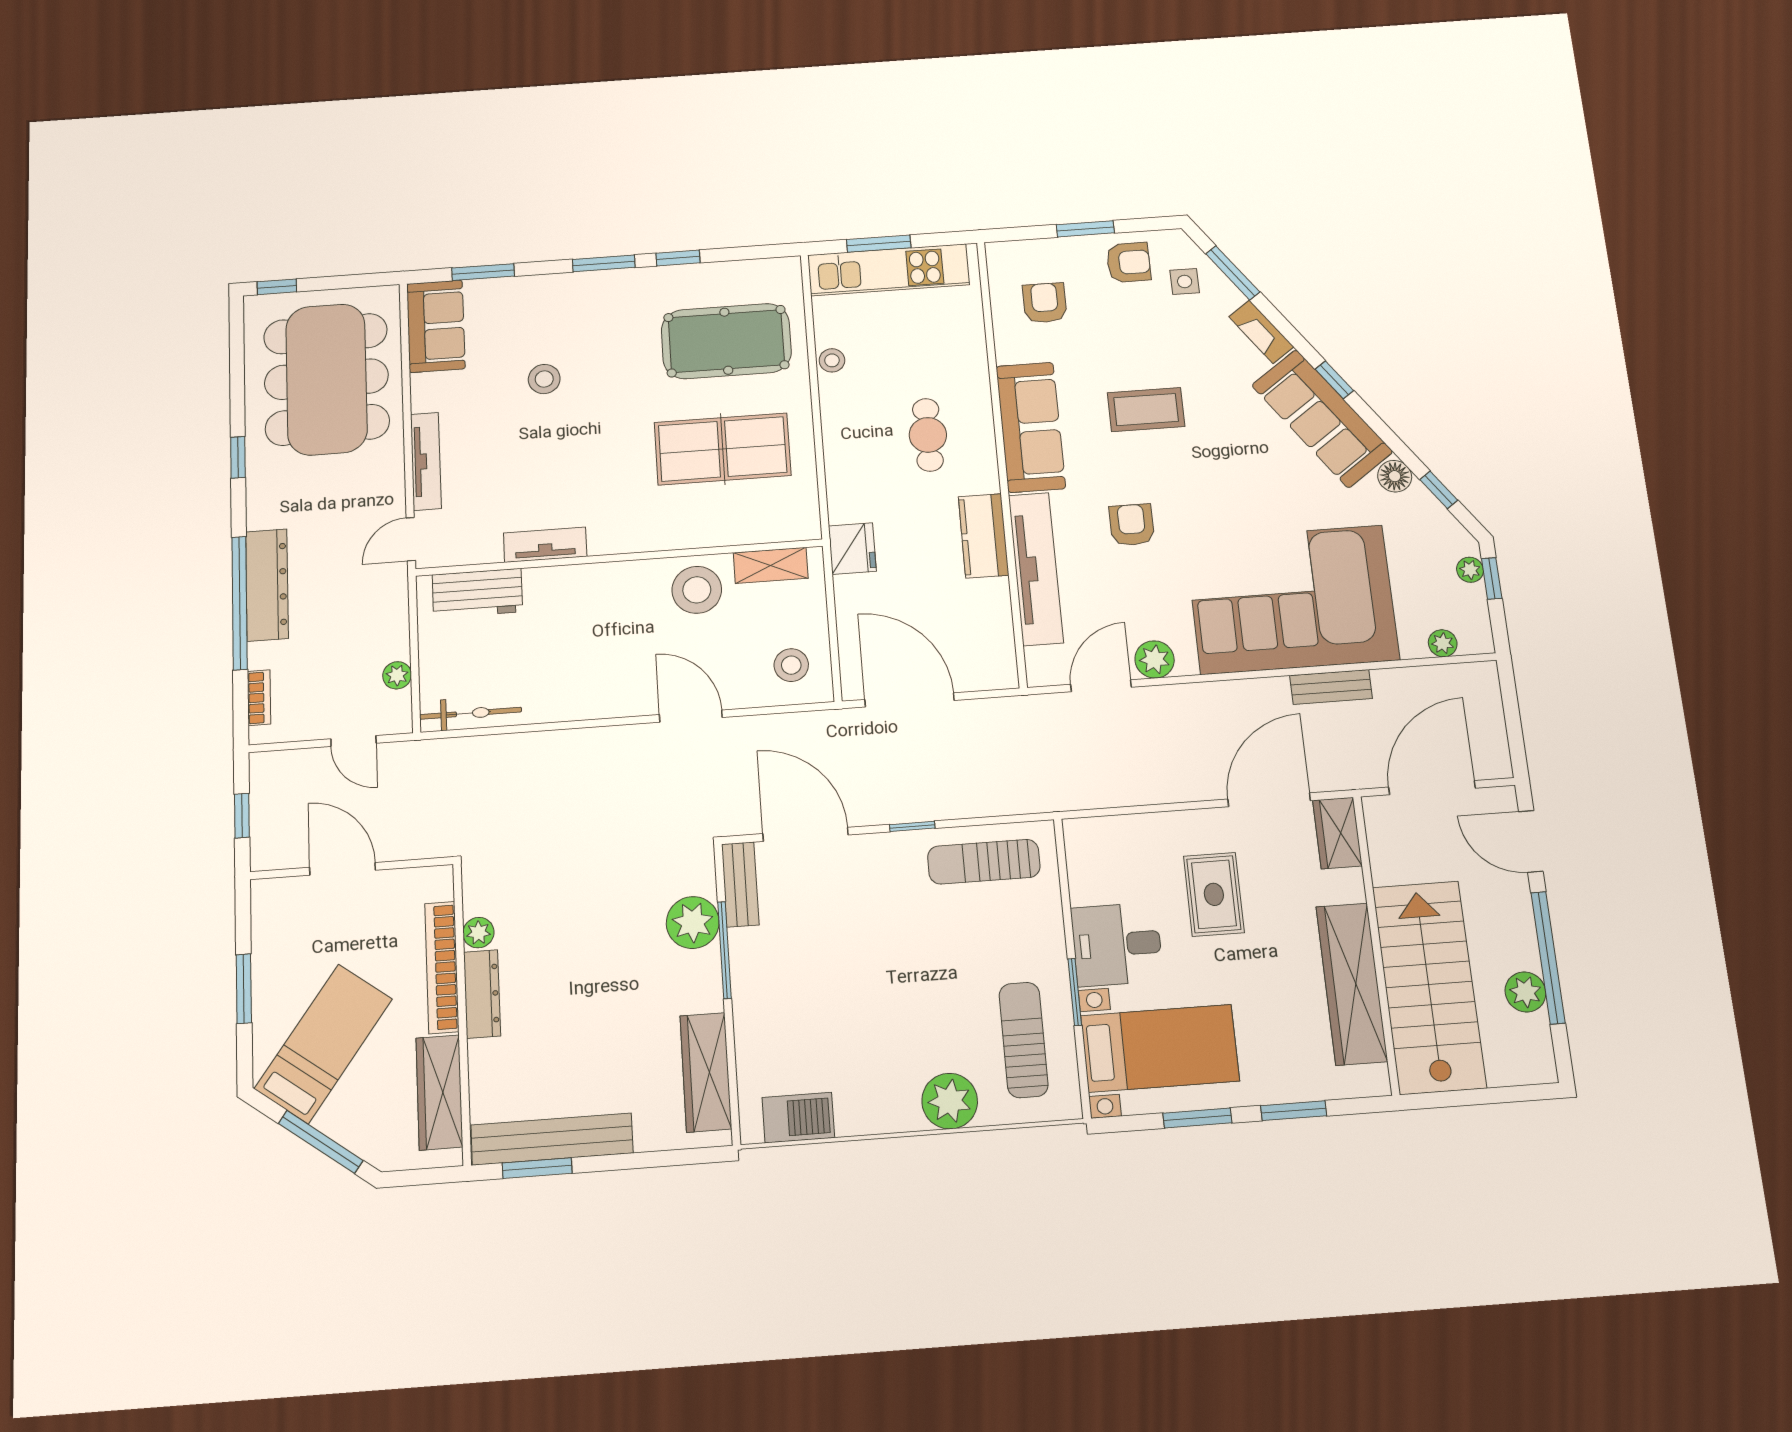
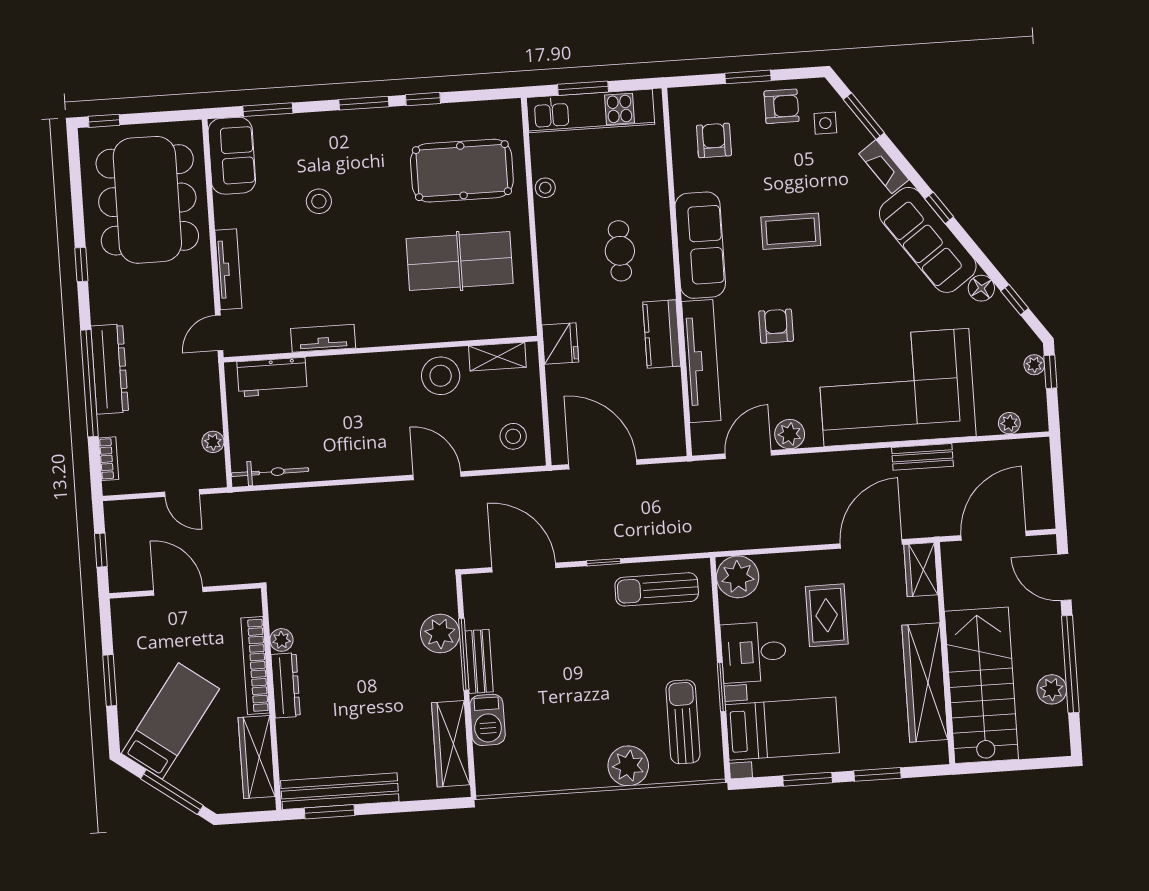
plant: (1092, 844) -> (738, 577), added
bench: (740, 884) -> (479, 661), moved
barbecue: (798, 1118) -> (488, 720), moved, turned 90

